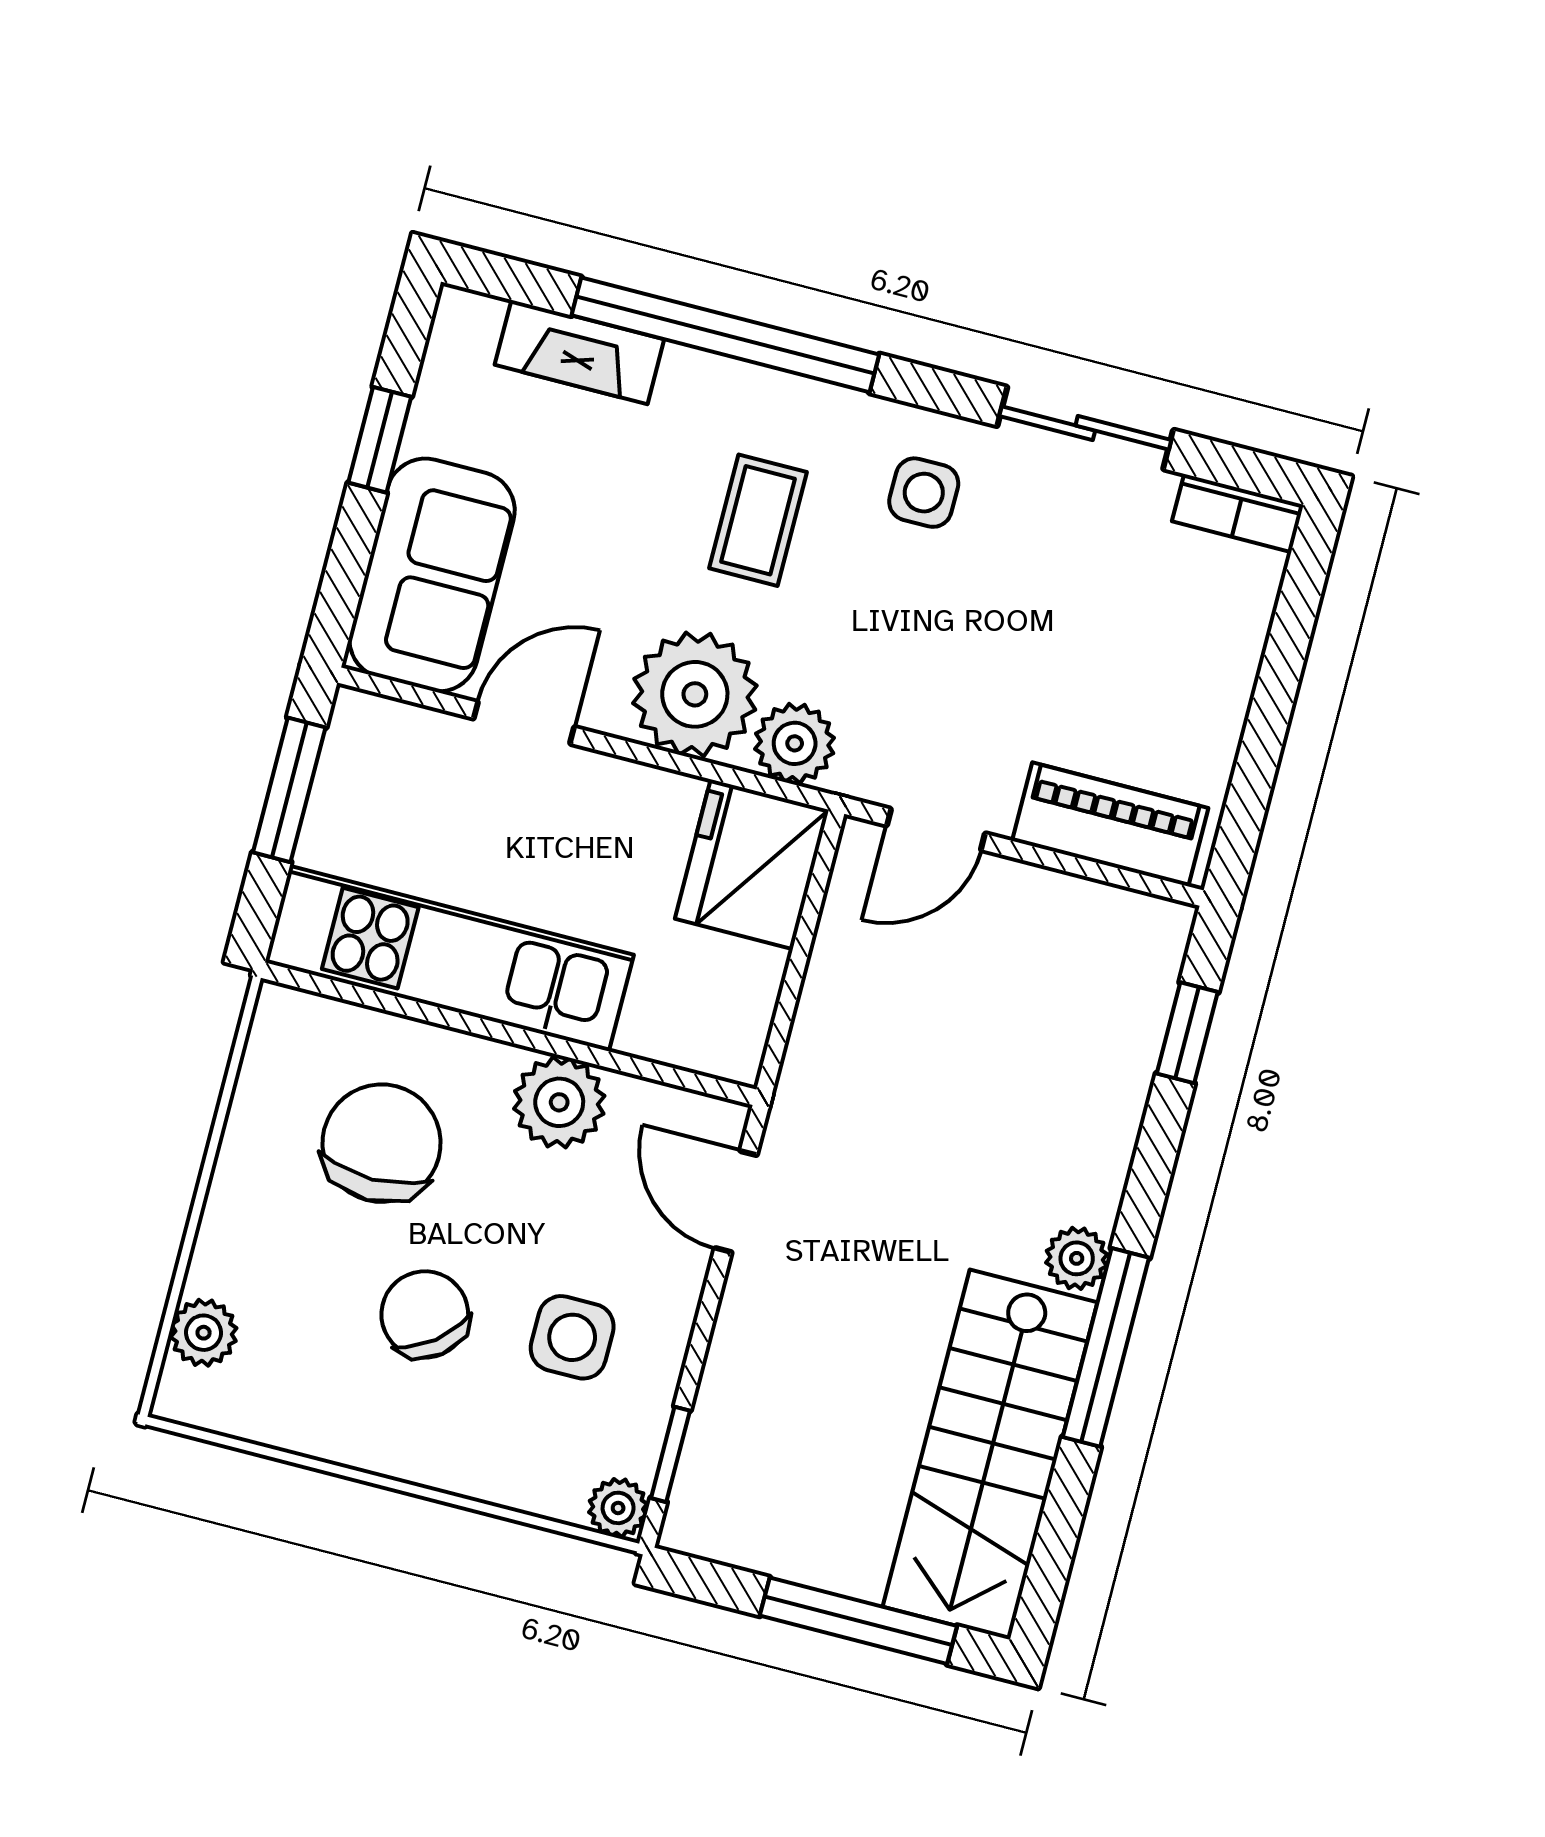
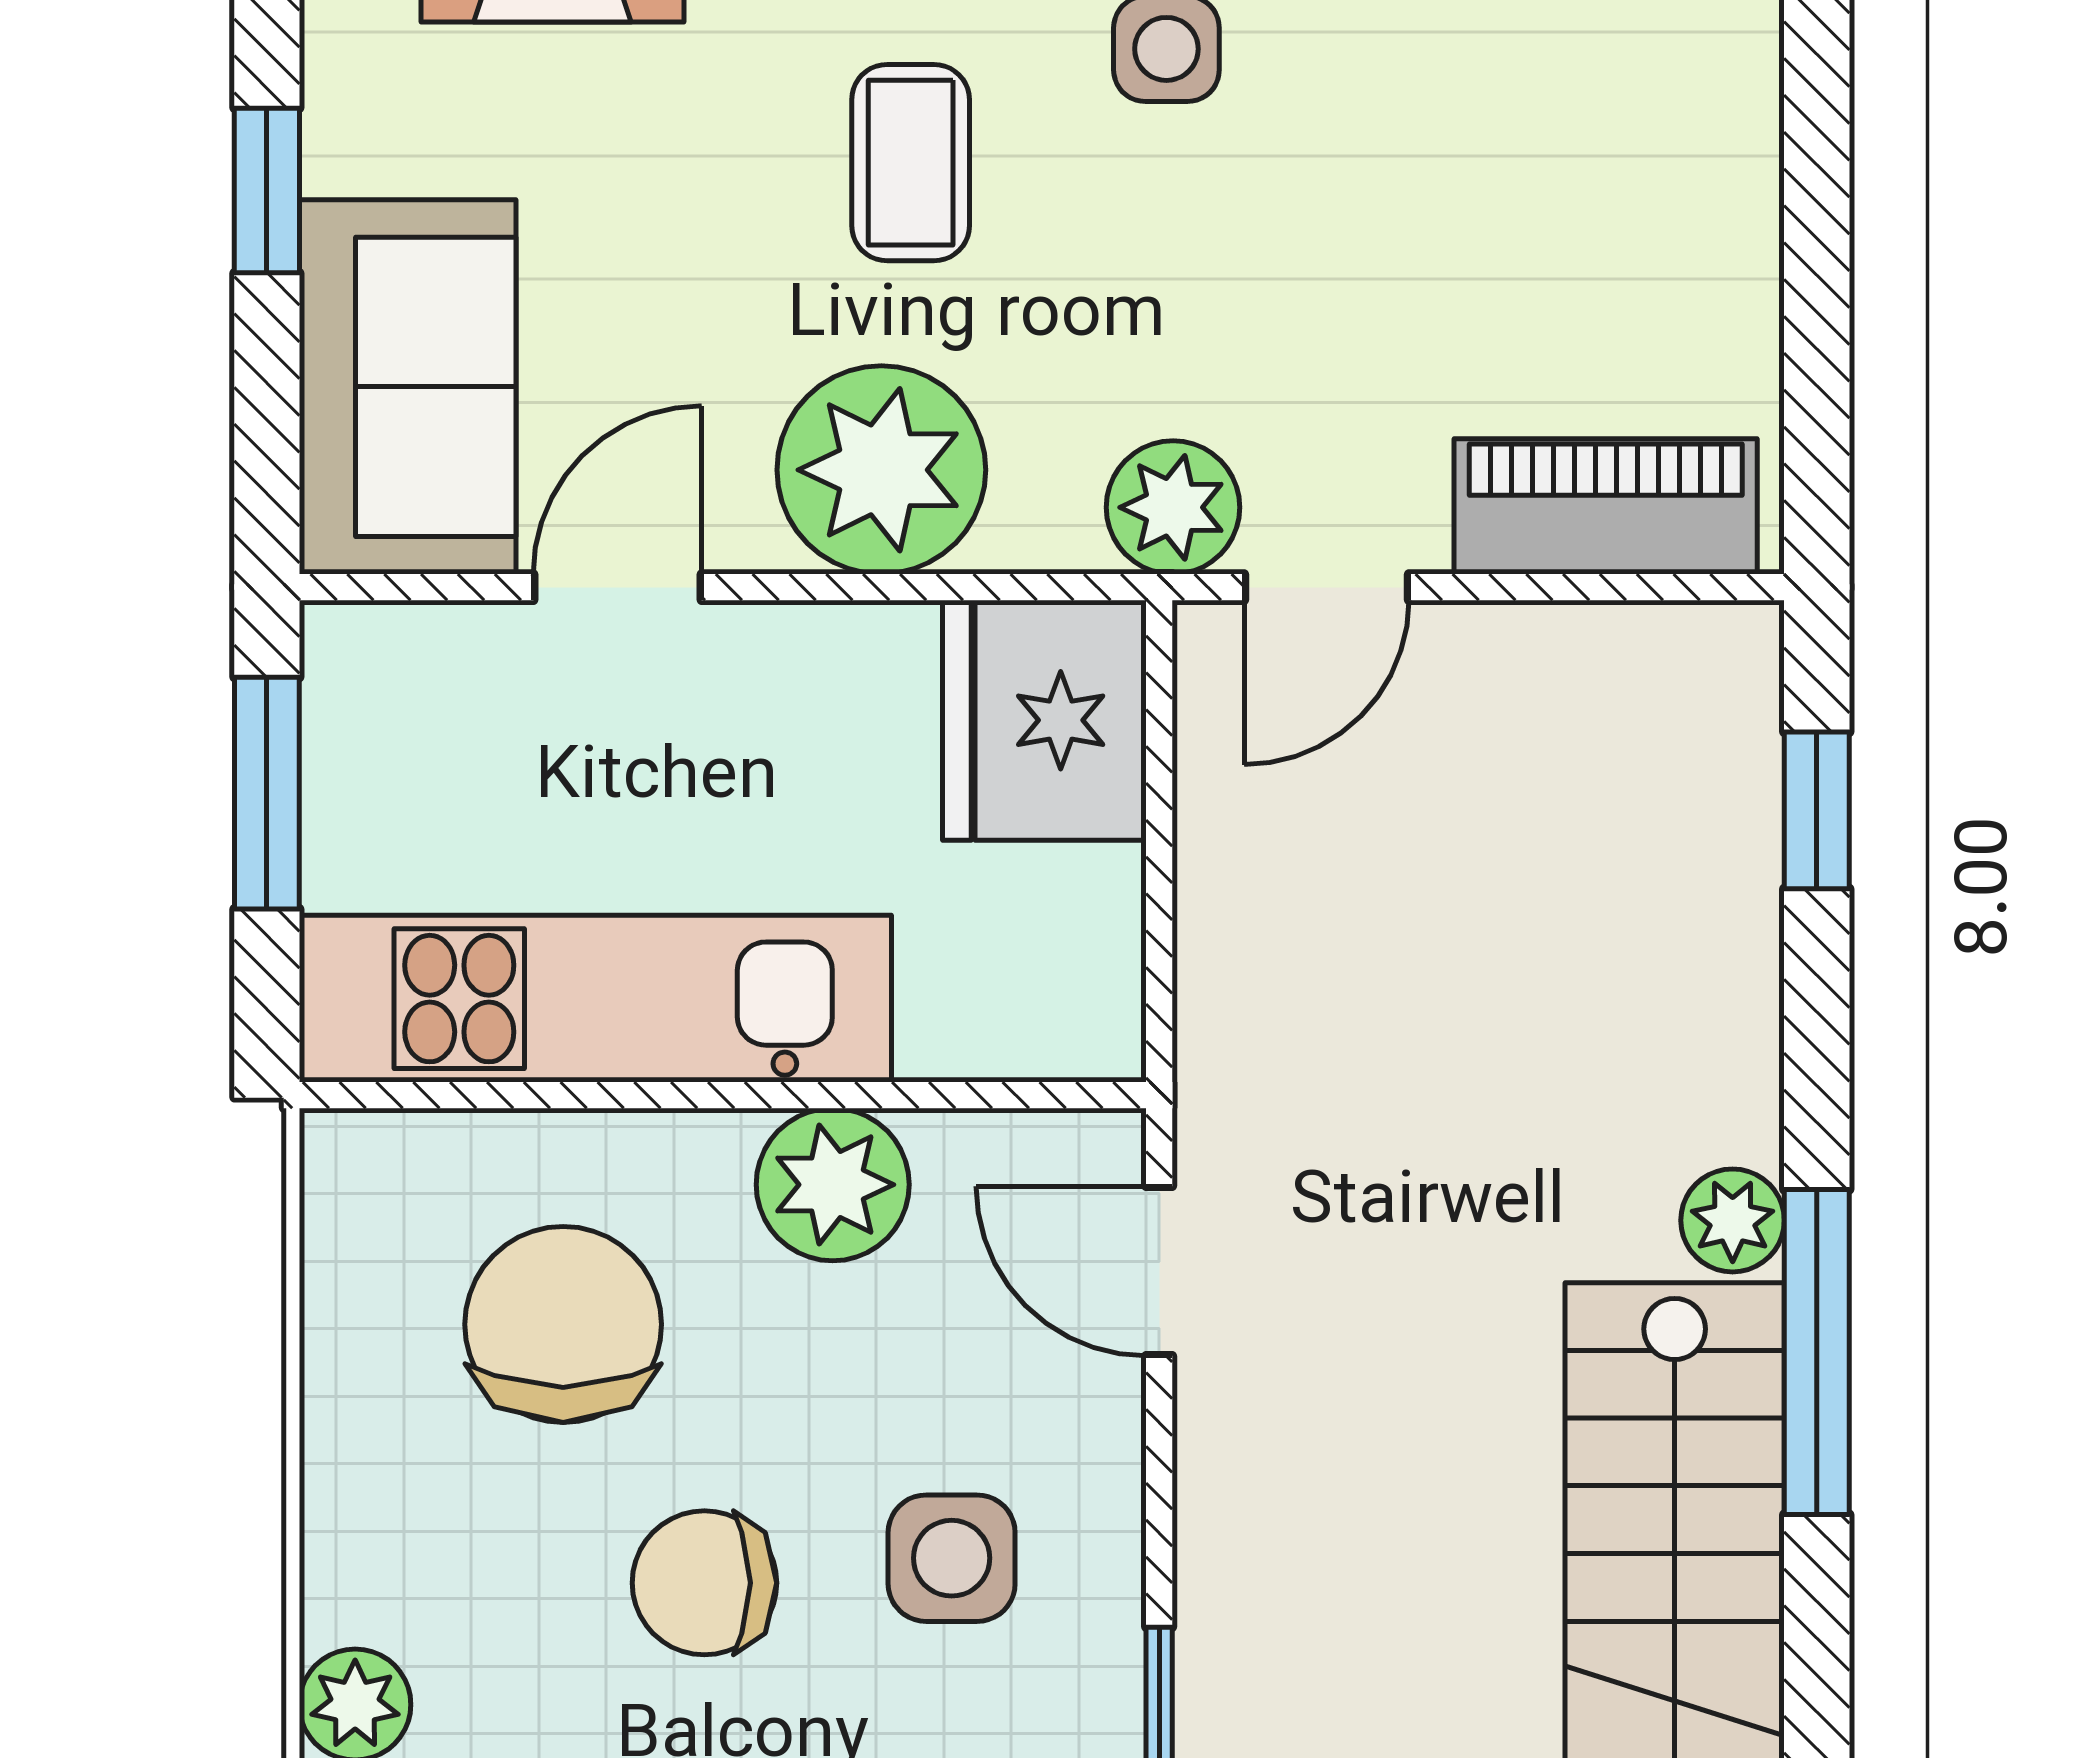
plant: (795, 743) -> (1173, 507), moved
chair: (425, 1314) -> (704, 1583), turned -52

